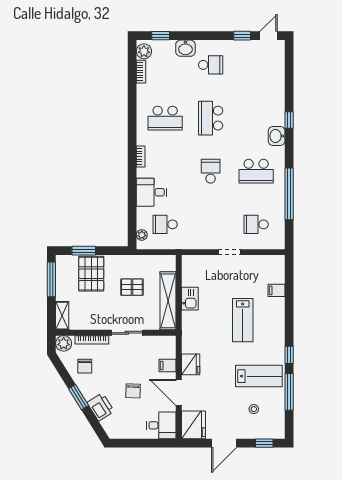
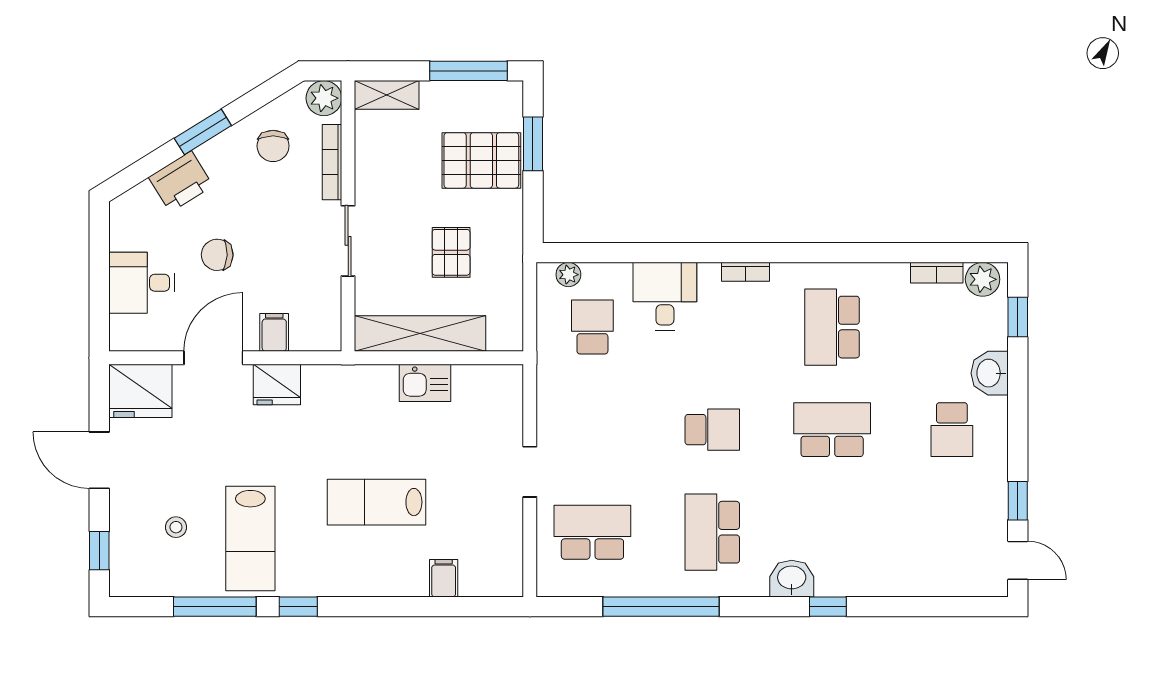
school desk: (256, 224) -> (592, 532), width x1.85
chair: (85, 366) -> (273, 146), turned -90
desk: (161, 425) -> (142, 283), moved, turned 90

